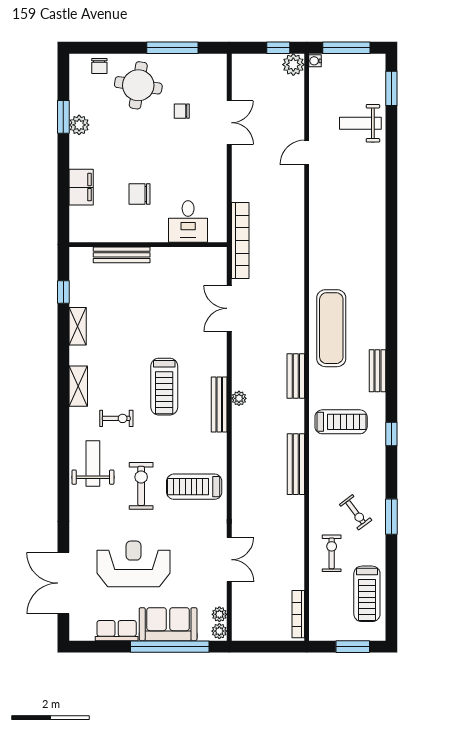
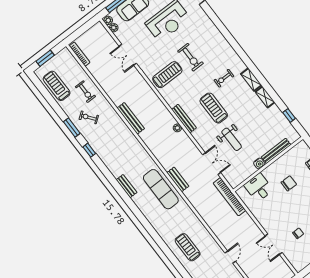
water cooler: (160, 256) -> (259, 163), added
shelving: (78, 326) -> (265, 97), moved
bench: (296, 376) -> (178, 179), moved
treadmill: (341, 422) -> (188, 247), moved, turned 90
window: (391, 434) -> (89, 150), moved
weight bench: (93, 463) -> (232, 139), moved

